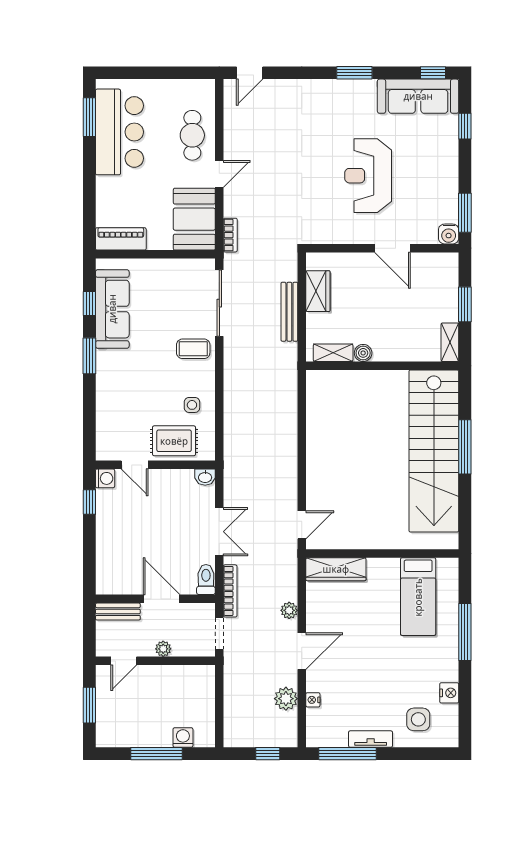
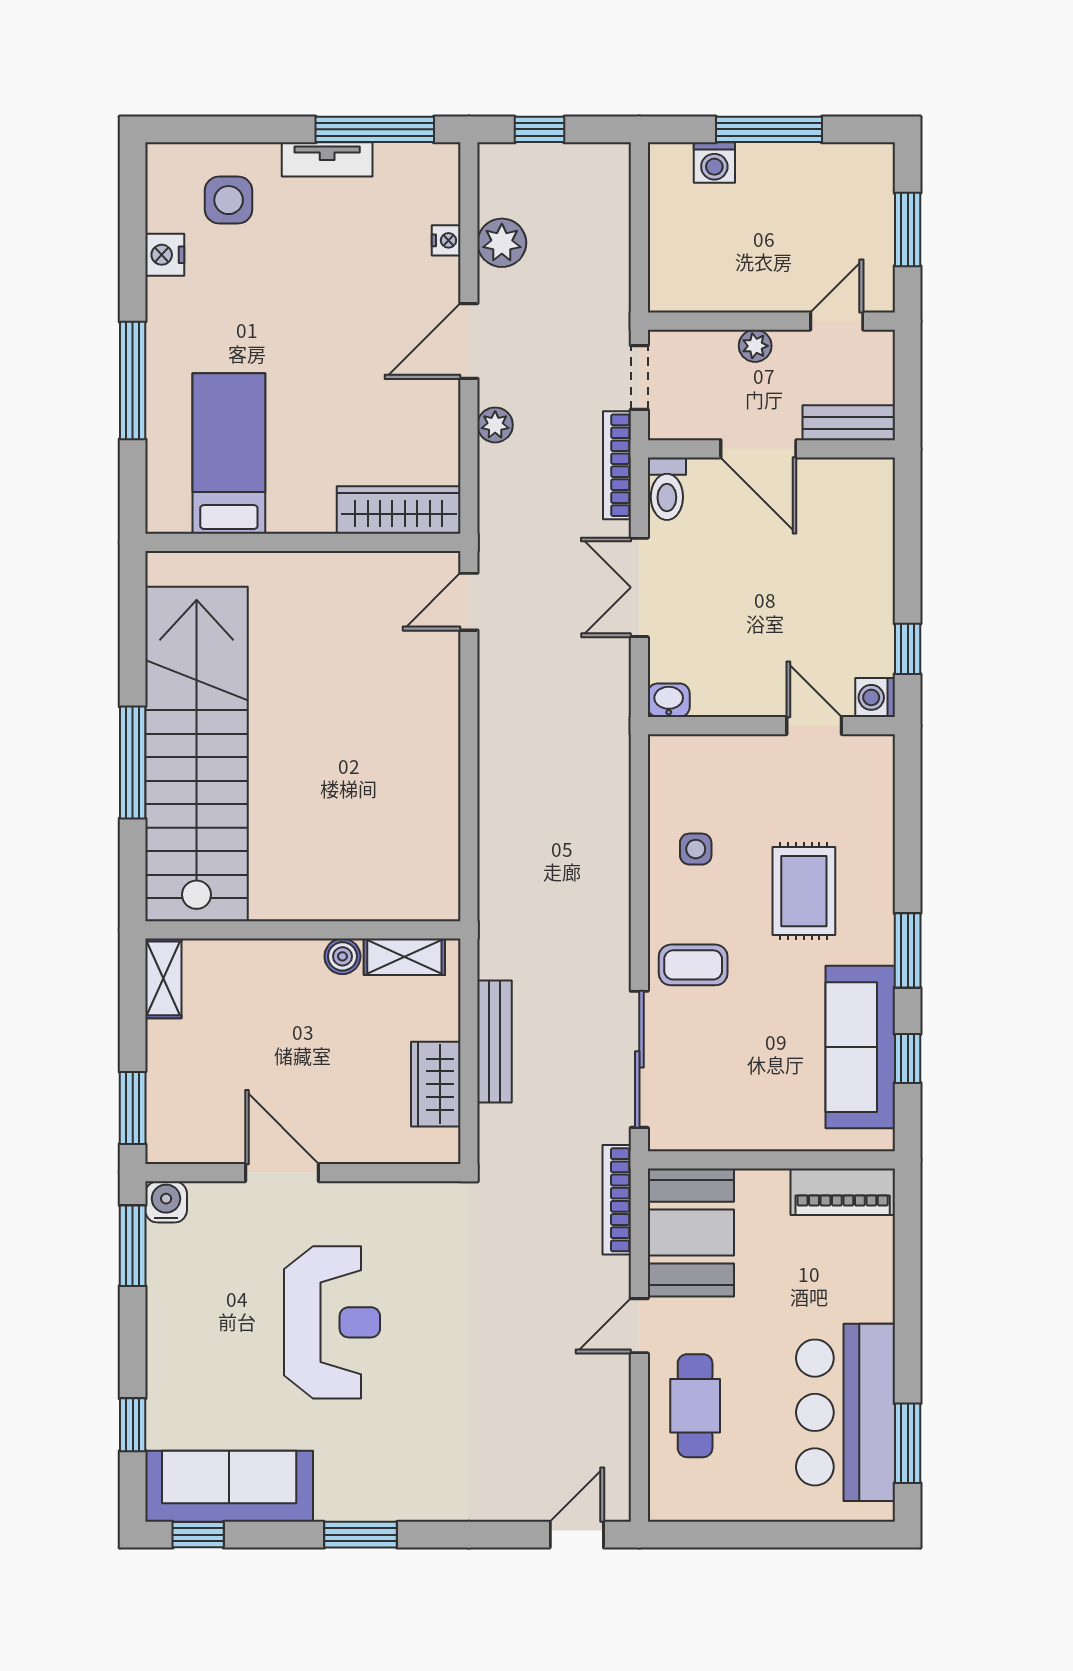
bookcase: (230, 235) -> (617, 1200), width x1.56
window: (465, 304) -> (133, 1108), moved
rug: (174, 441) -> (804, 891), moved, turned 90

